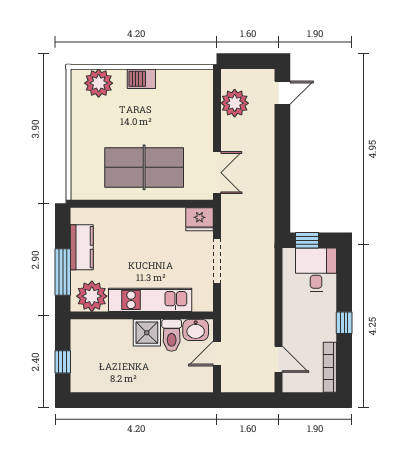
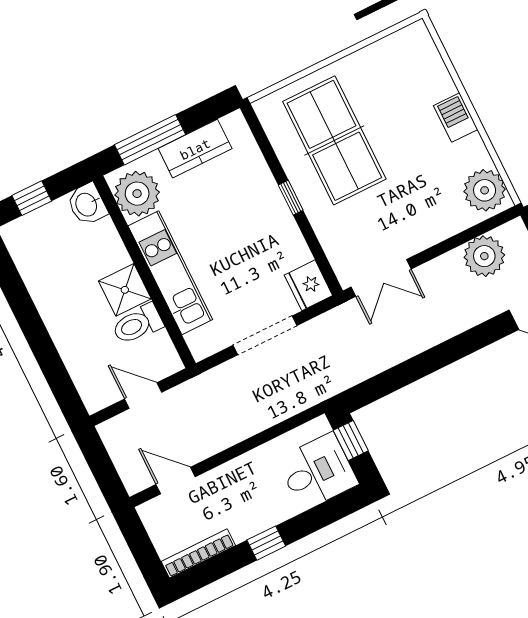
plant: (99, 83) -> (485, 190), moved
table tennis table: (144, 167) -> (334, 140), moved
window: (141, 204) -> (291, 198), added
washbasin: (196, 330) -> (87, 204), moved
door: (279, 359) -> (176, 481), swing flipped

